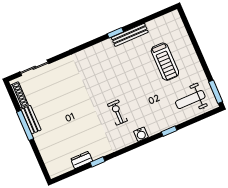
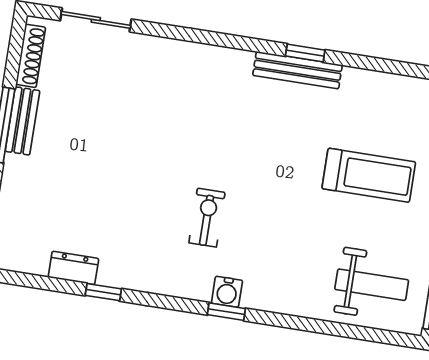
bench: (130, 35) -> (297, 70), moved
treadmill: (165, 62) -> (369, 175), turned -90
weight bench: (190, 100) -> (372, 285), turned 180
window: (169, 131) -> (226, 312), moved

